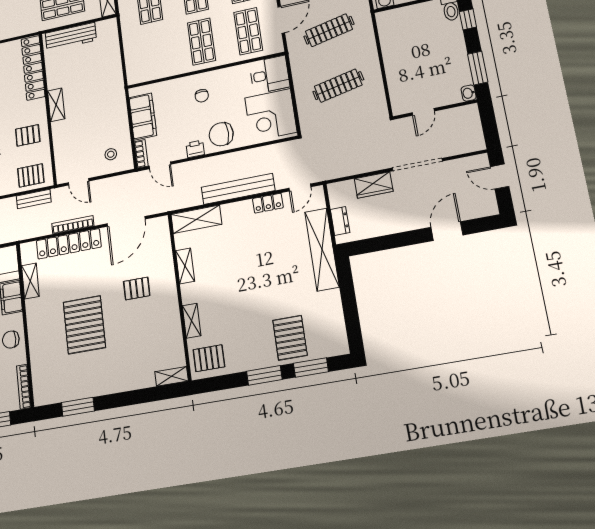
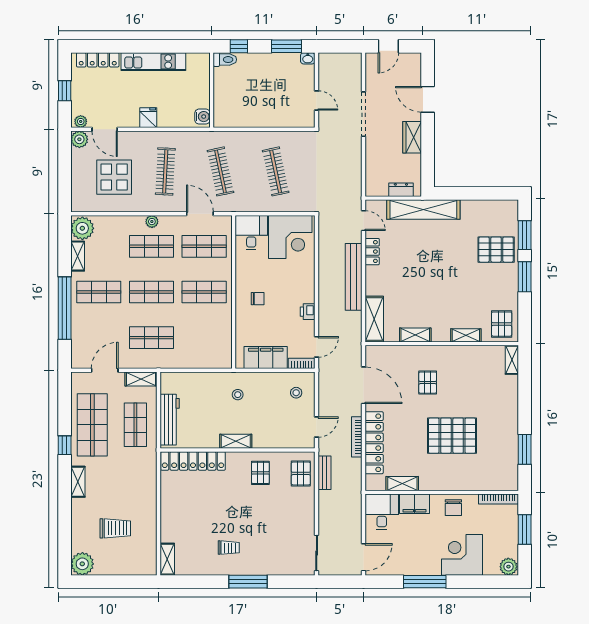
stool: (102, 97) -> (238, 395), added
chair: (221, 134) -> (299, 285), removed
wardrobe: (374, 185) -> (412, 137), moved, turned 180

